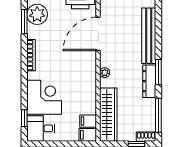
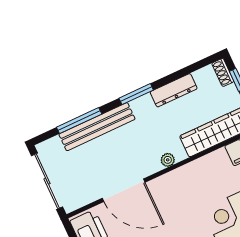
dresser: (149, 81) -> (174, 90), moved
window: (158, 115) -> (79, 121), moved

